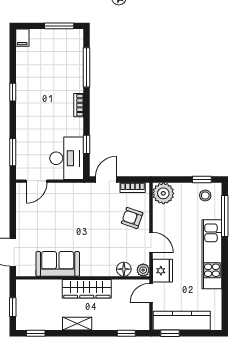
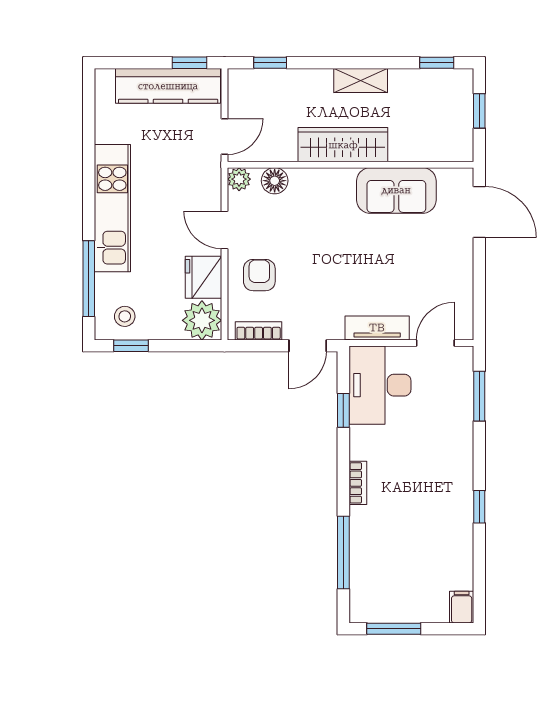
tv unit: (68, 189) -> (377, 328), added
armchair: (132, 218) -> (259, 275), turned -109
fridge: (162, 271) -> (204, 277), moved

